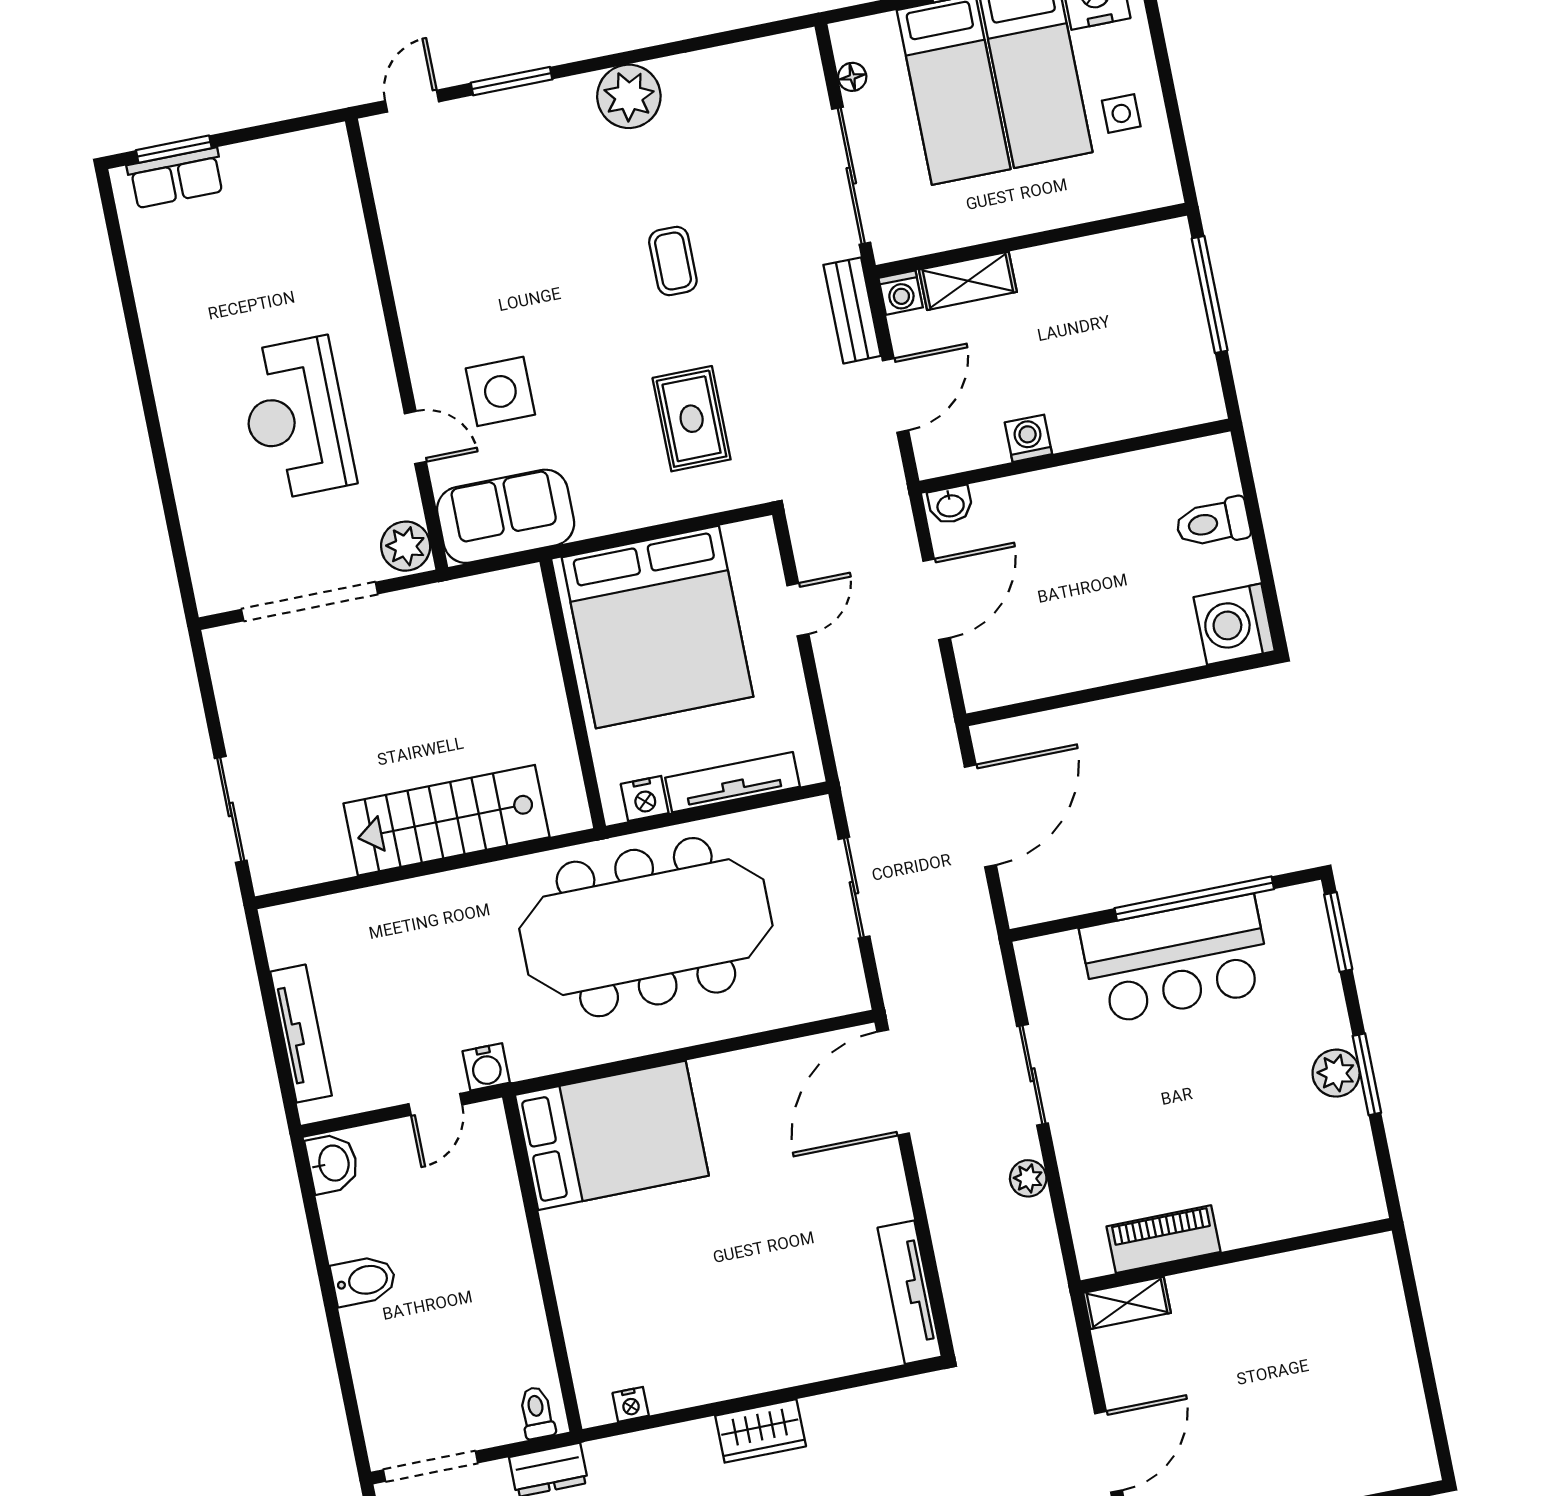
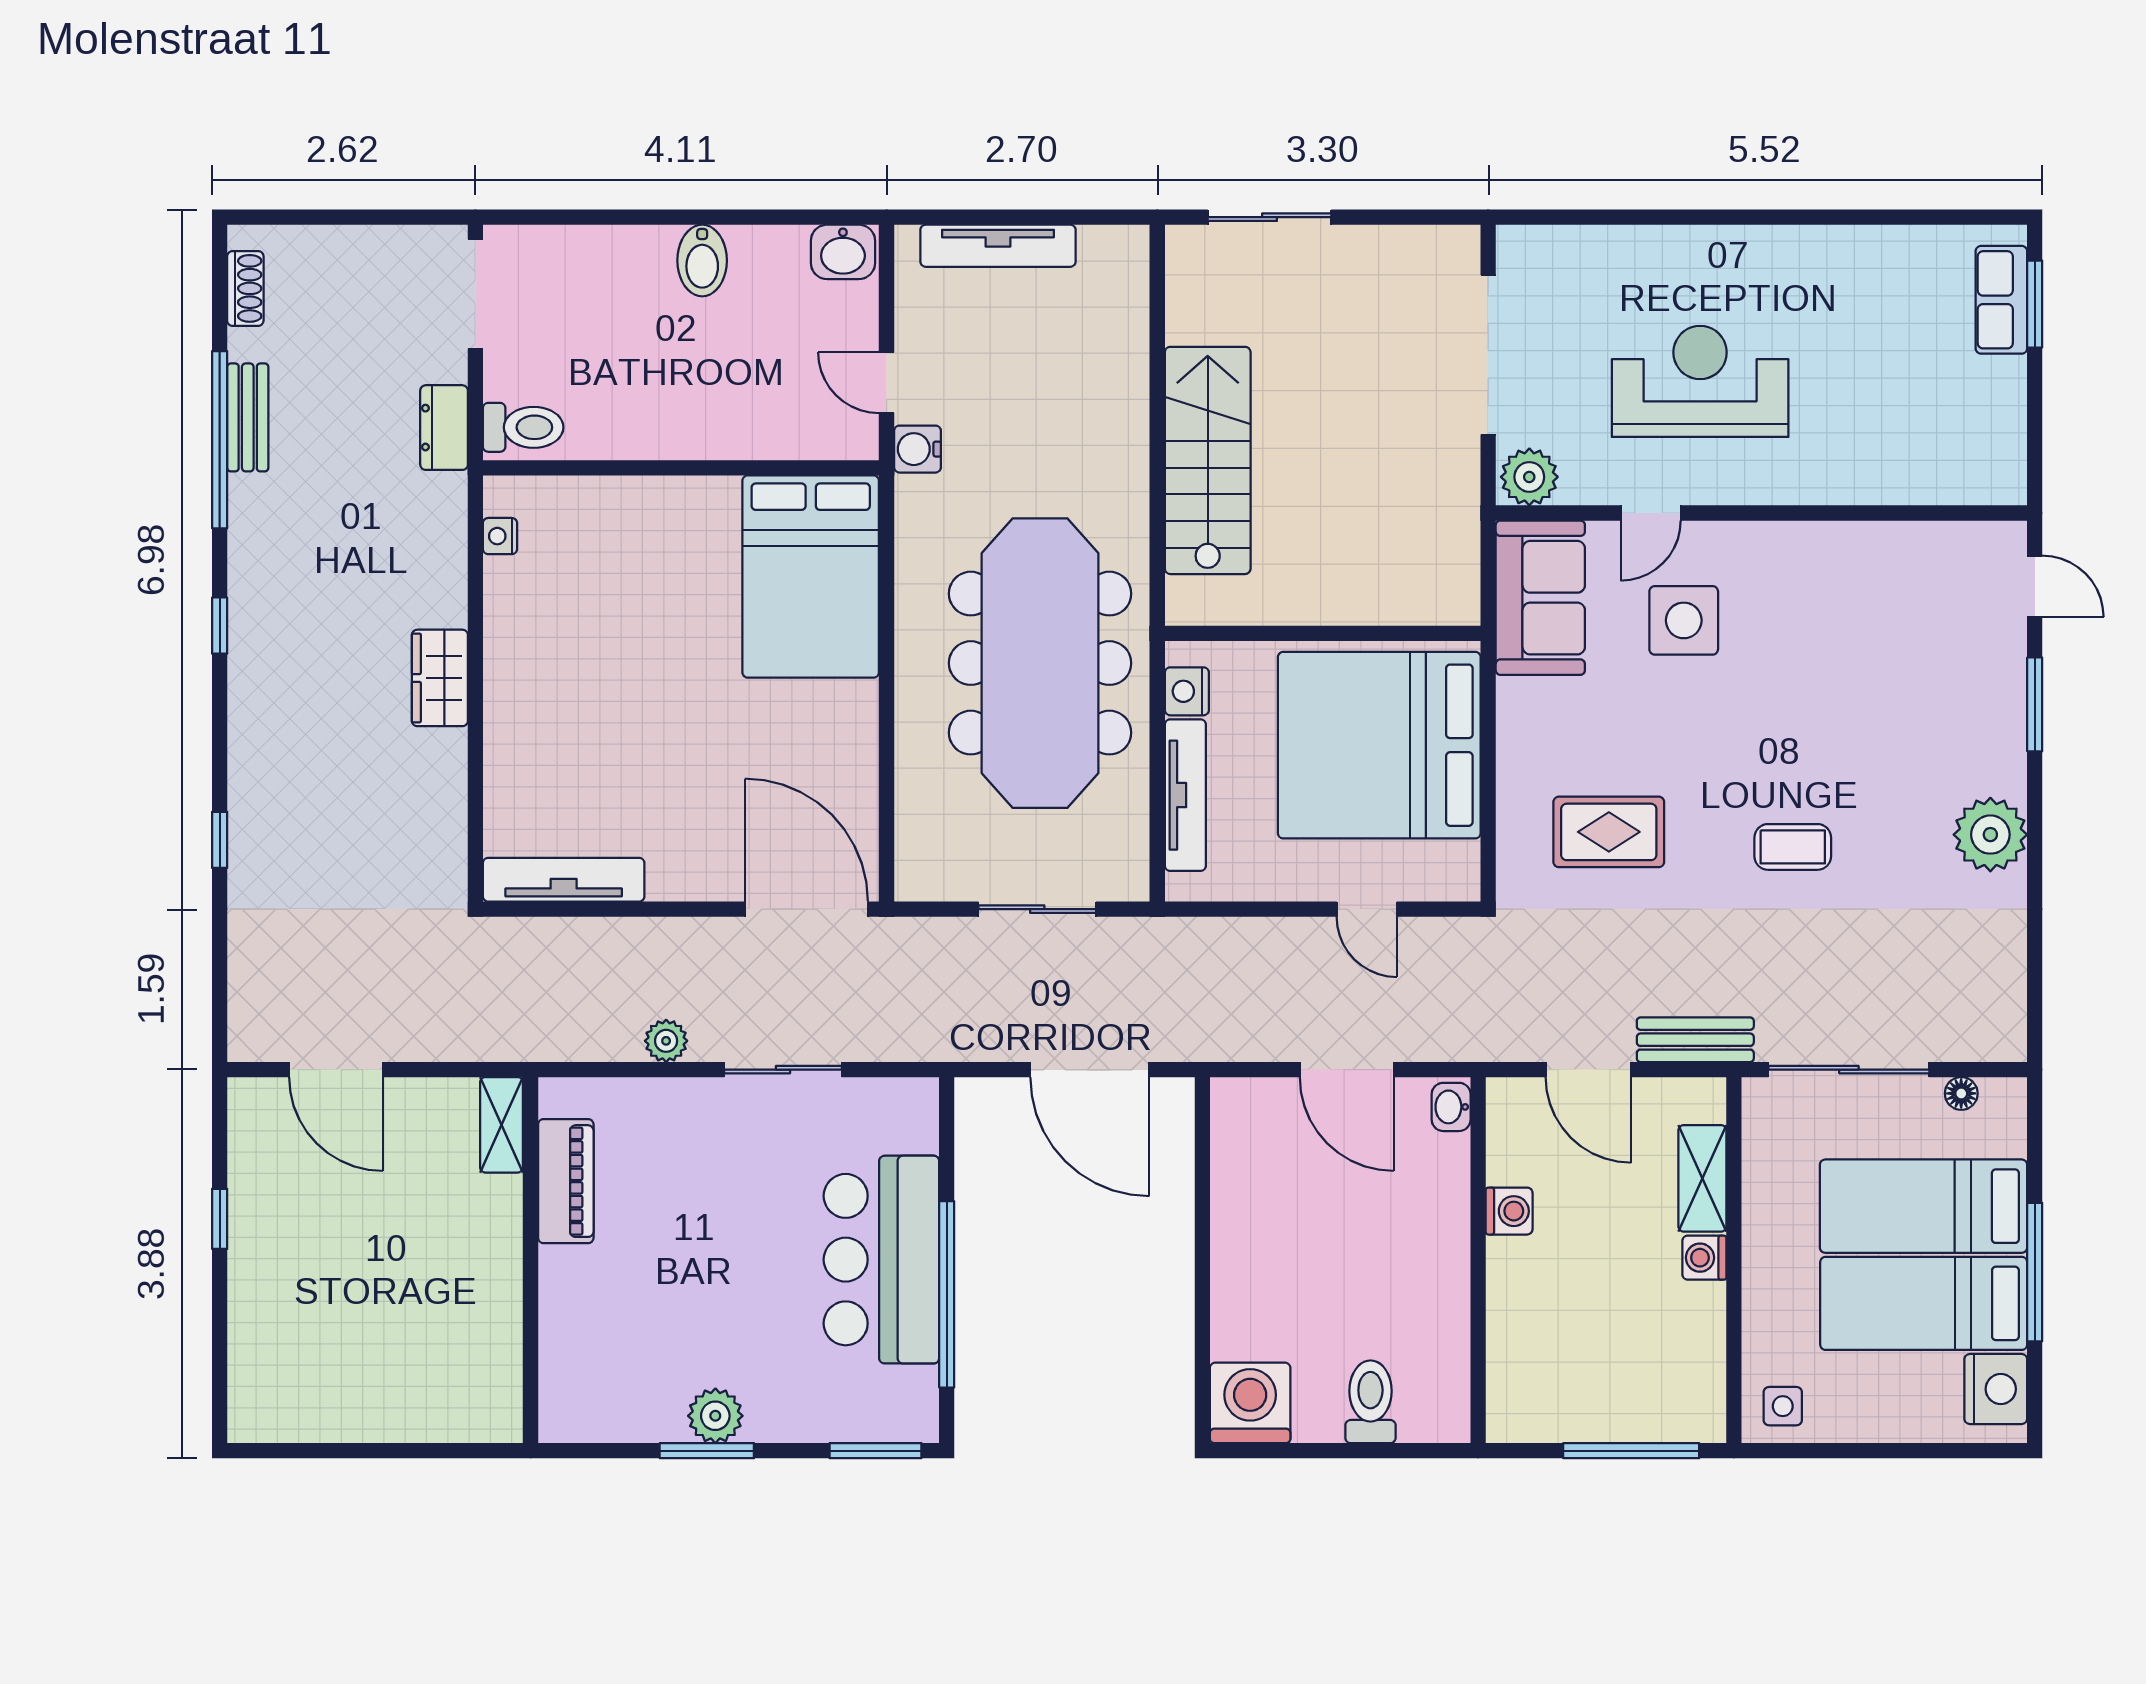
side table: (1121, 113) -> (1783, 1406), moved
washing machine: (901, 293) -> (1704, 1258), moved
toilet: (537, 1413) -> (523, 427), width x1.37, depth x1.39

